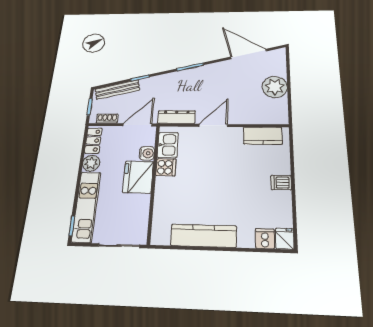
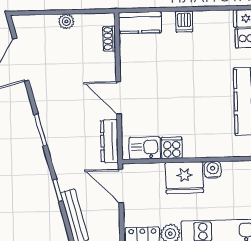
plant: (275, 87) -> (66, 21), width x0.53, depth x0.53
shoe rack: (107, 119) -> (109, 39), moved
kitchen counter: (263, 136) -> (140, 23), moved, turned 90
water cooler: (147, 153) -> (213, 170), moved

